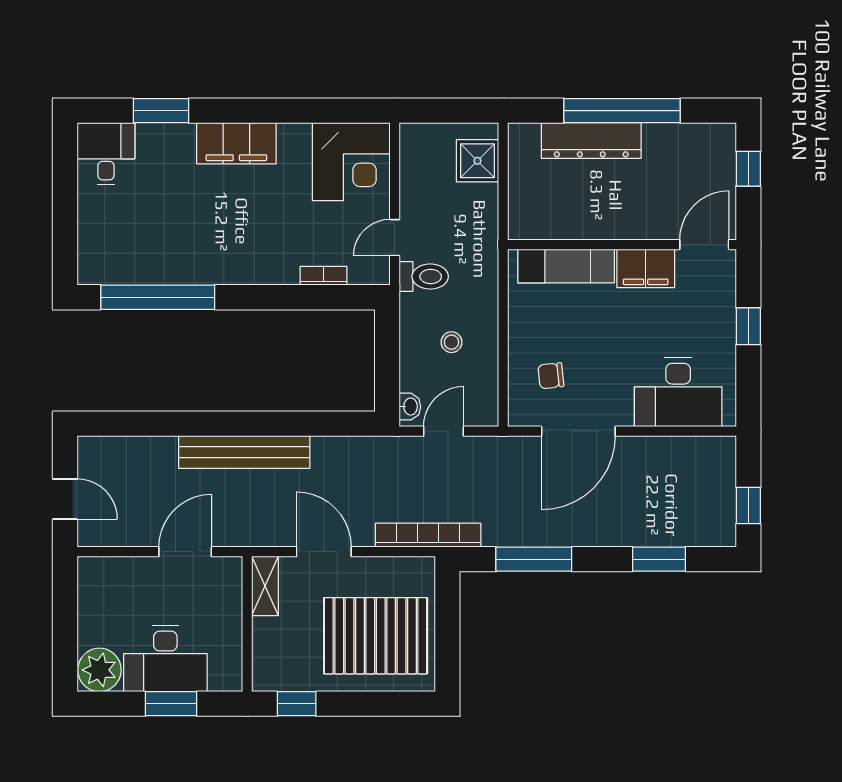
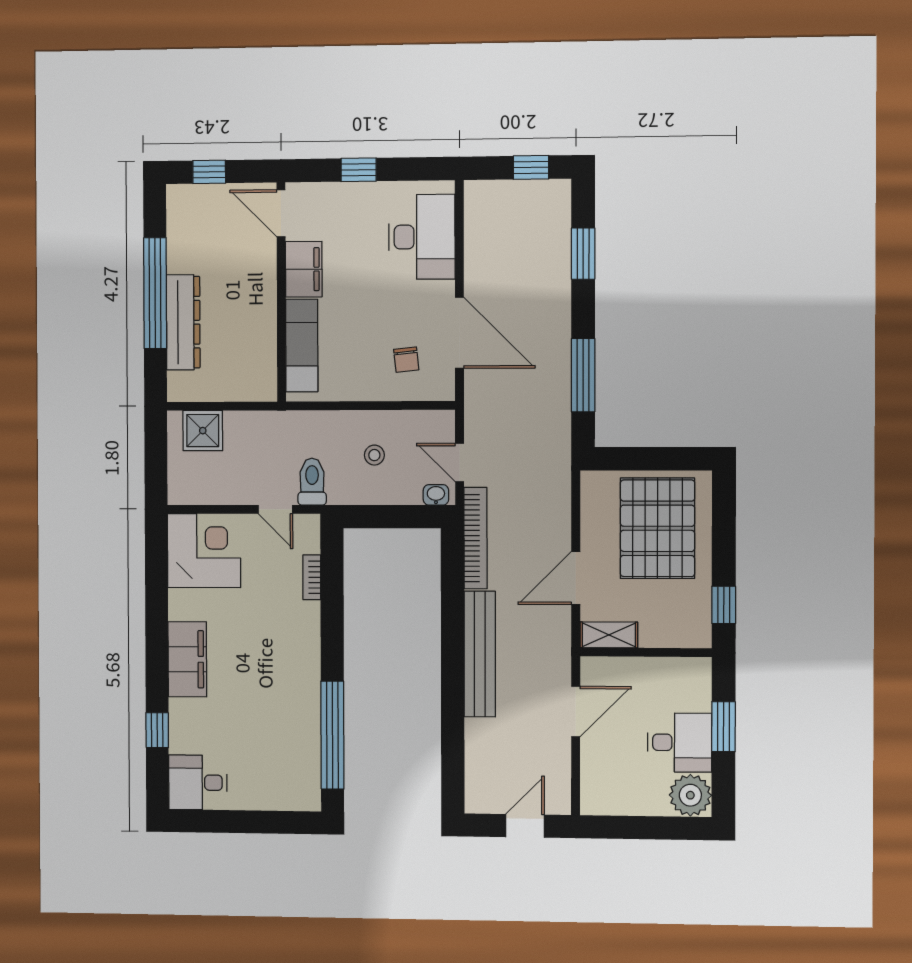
window: (161, 111) -> (157, 730), width x0.67
bookcase: (428, 535) -> (475, 538), moved, turned 180
door: (185, 552) -> (576, 711), swing flipped
desk: (165, 659) -> (680, 742), width x0.73

